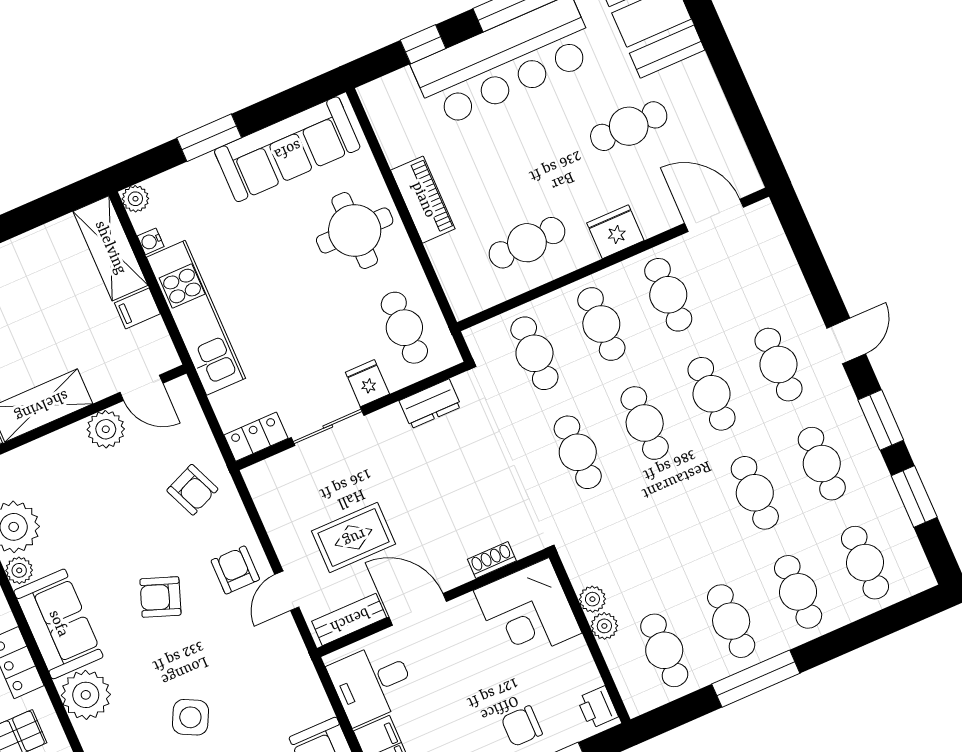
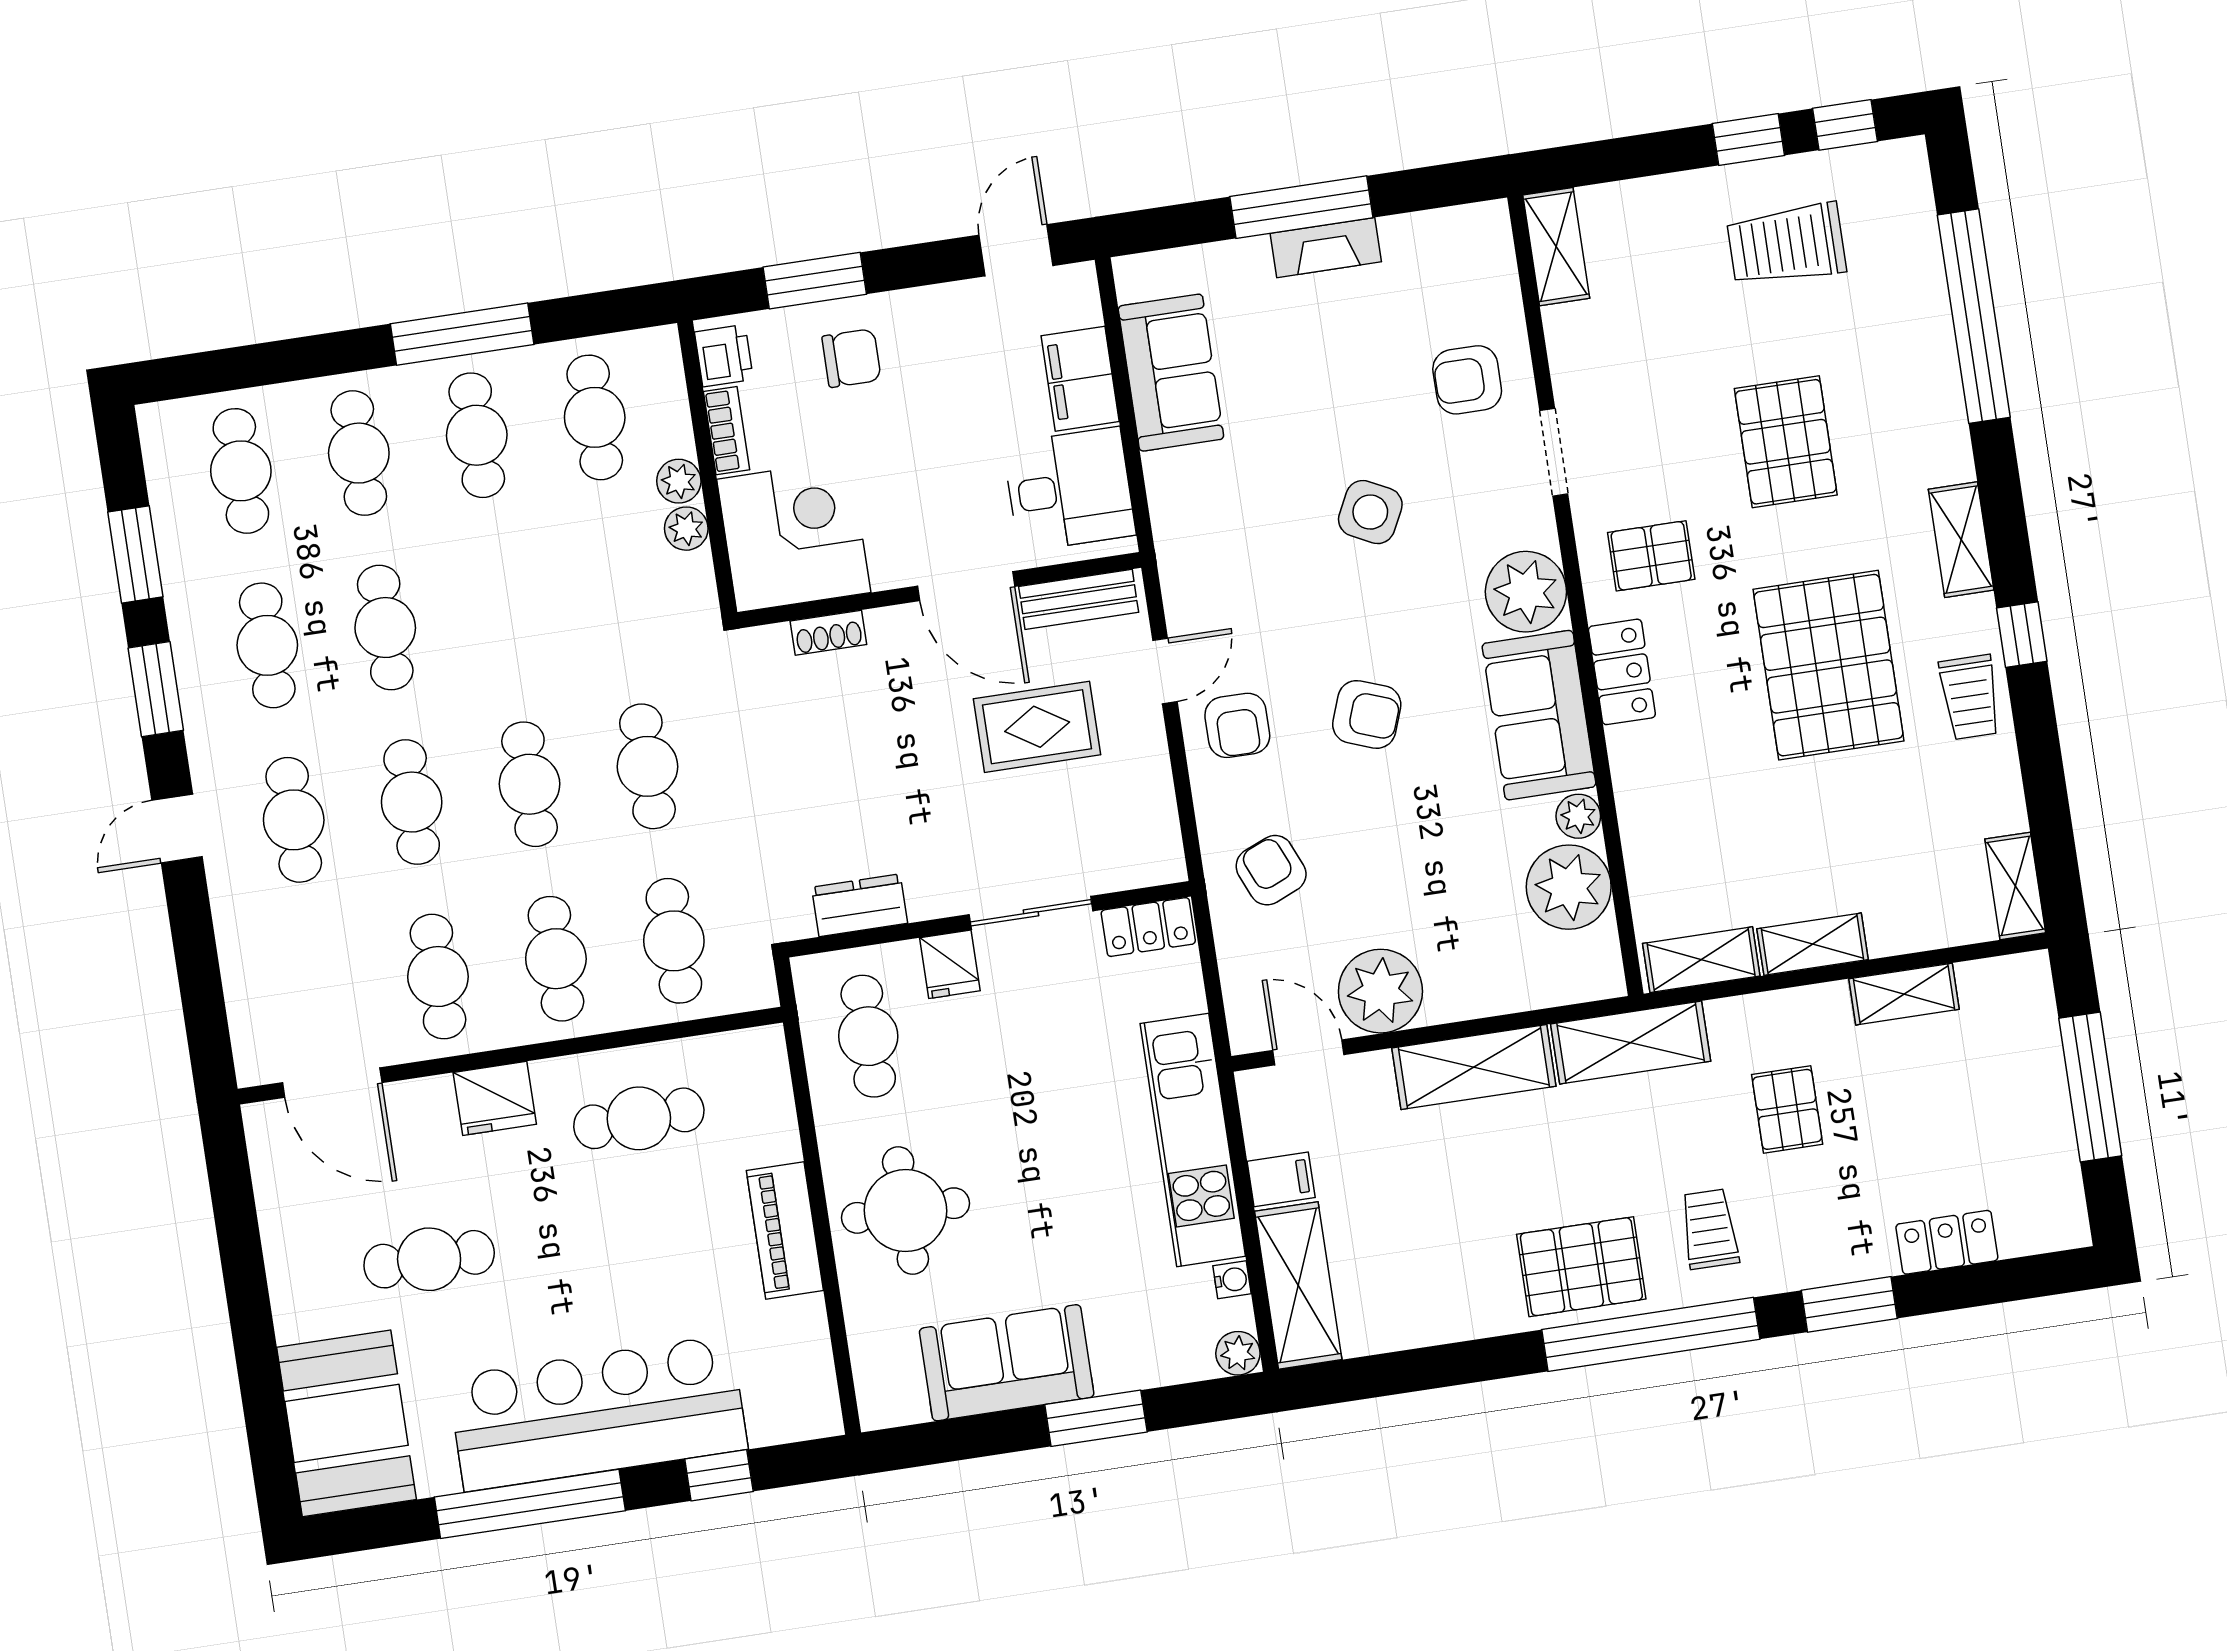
sofa: (287, 149) -> (1007, 1363), width x0.73
plant: (106, 429) -> (1380, 991), width x1.36, depth x1.36
bookcase: (584, 663) -> (727, 431), added

